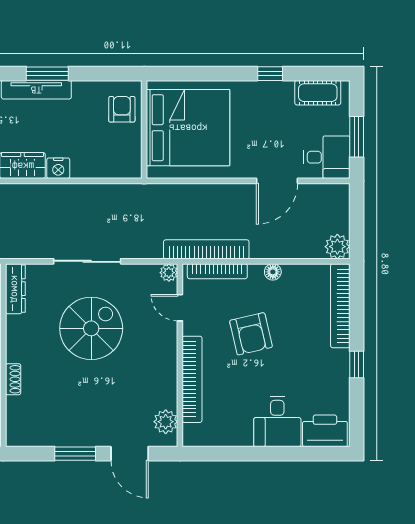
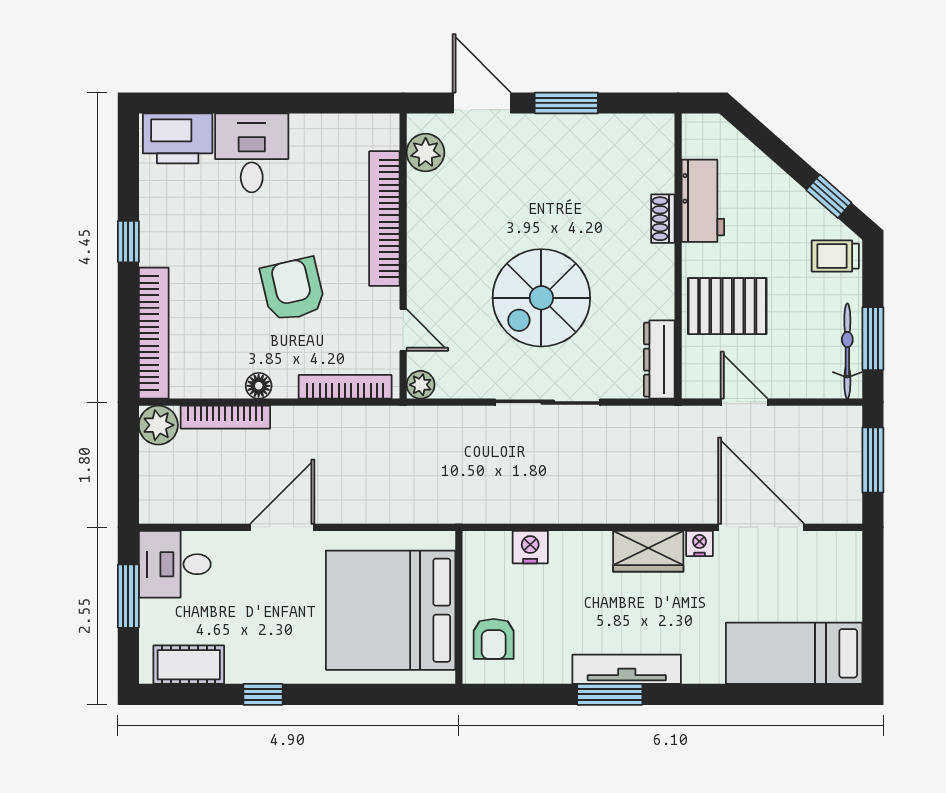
nightstand: (58, 168) -> (530, 547), moved
door: (277, 181) -> (282, 527), moved
bookcase: (206, 249) -> (225, 417), moved, width x0.68, depth x0.76

